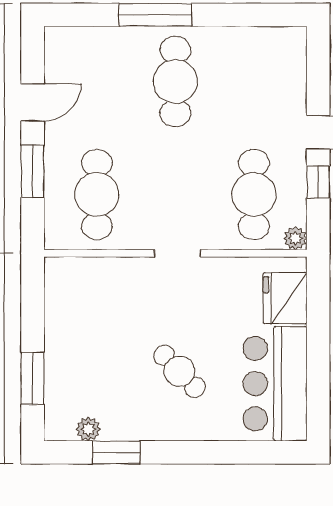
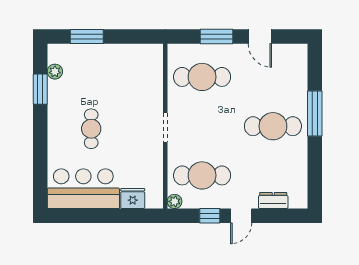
dresser: (294, 81) -> (273, 201), added
fridge: (285, 298) -> (133, 199), width x0.73, depth x0.75
cafe table: (179, 371) -> (91, 129), turned -46

